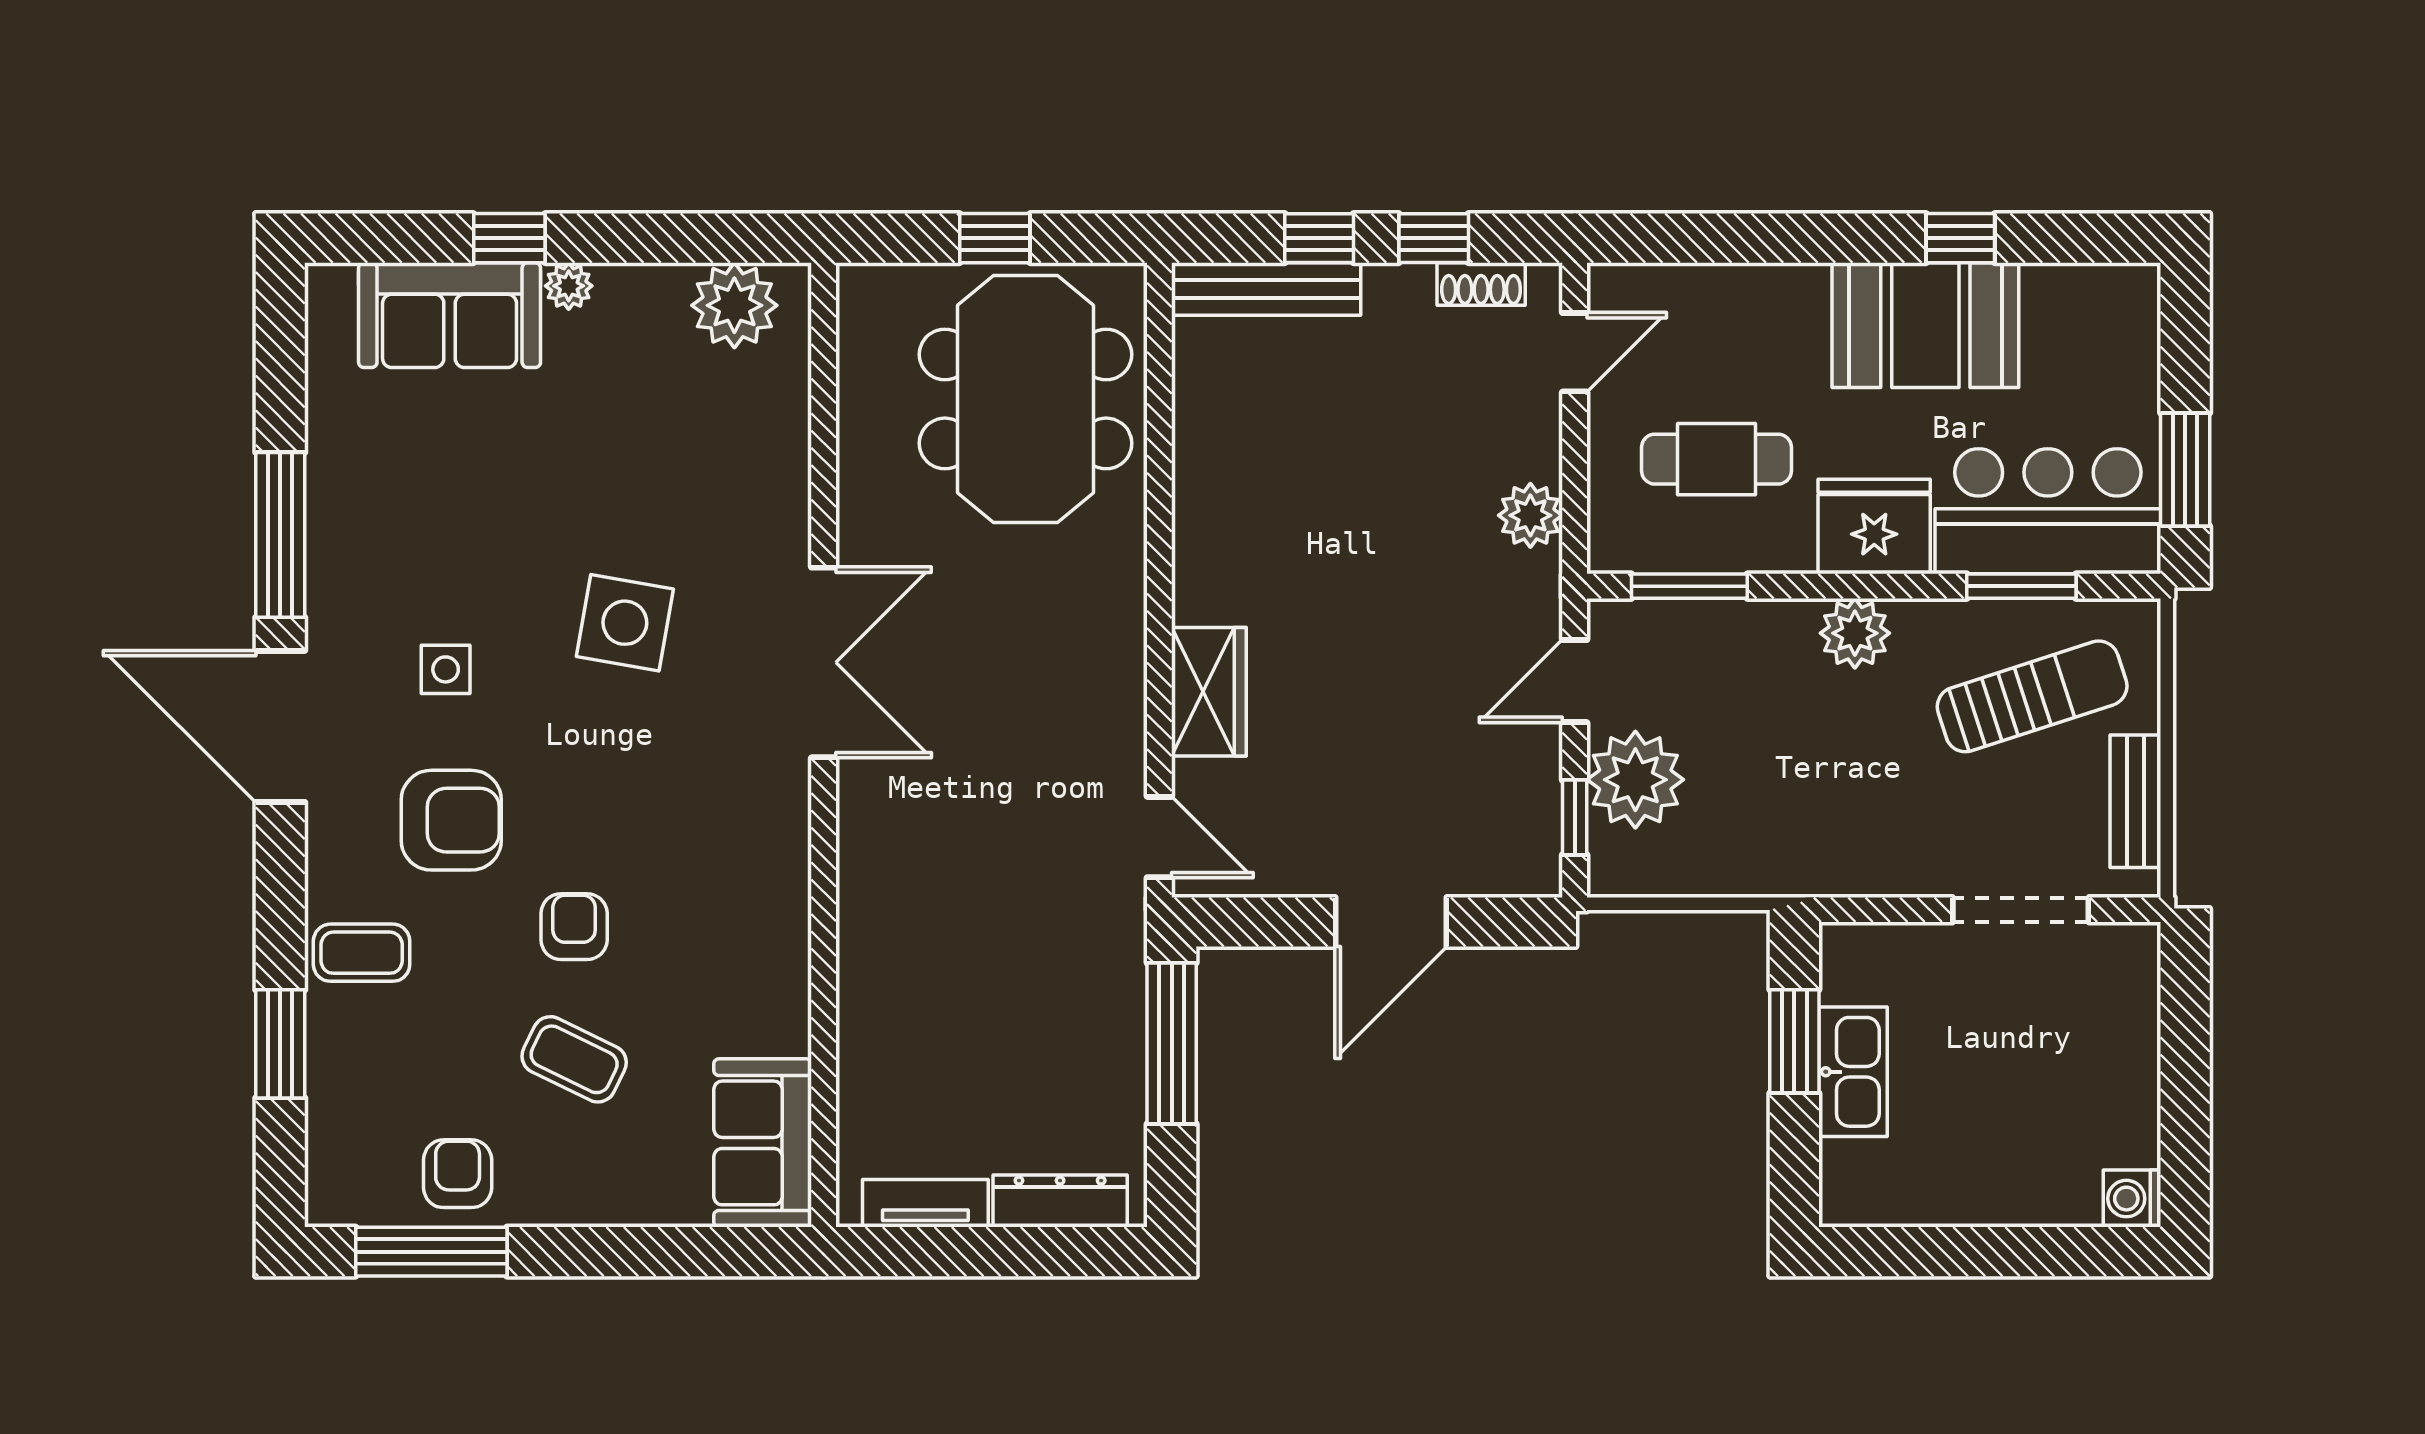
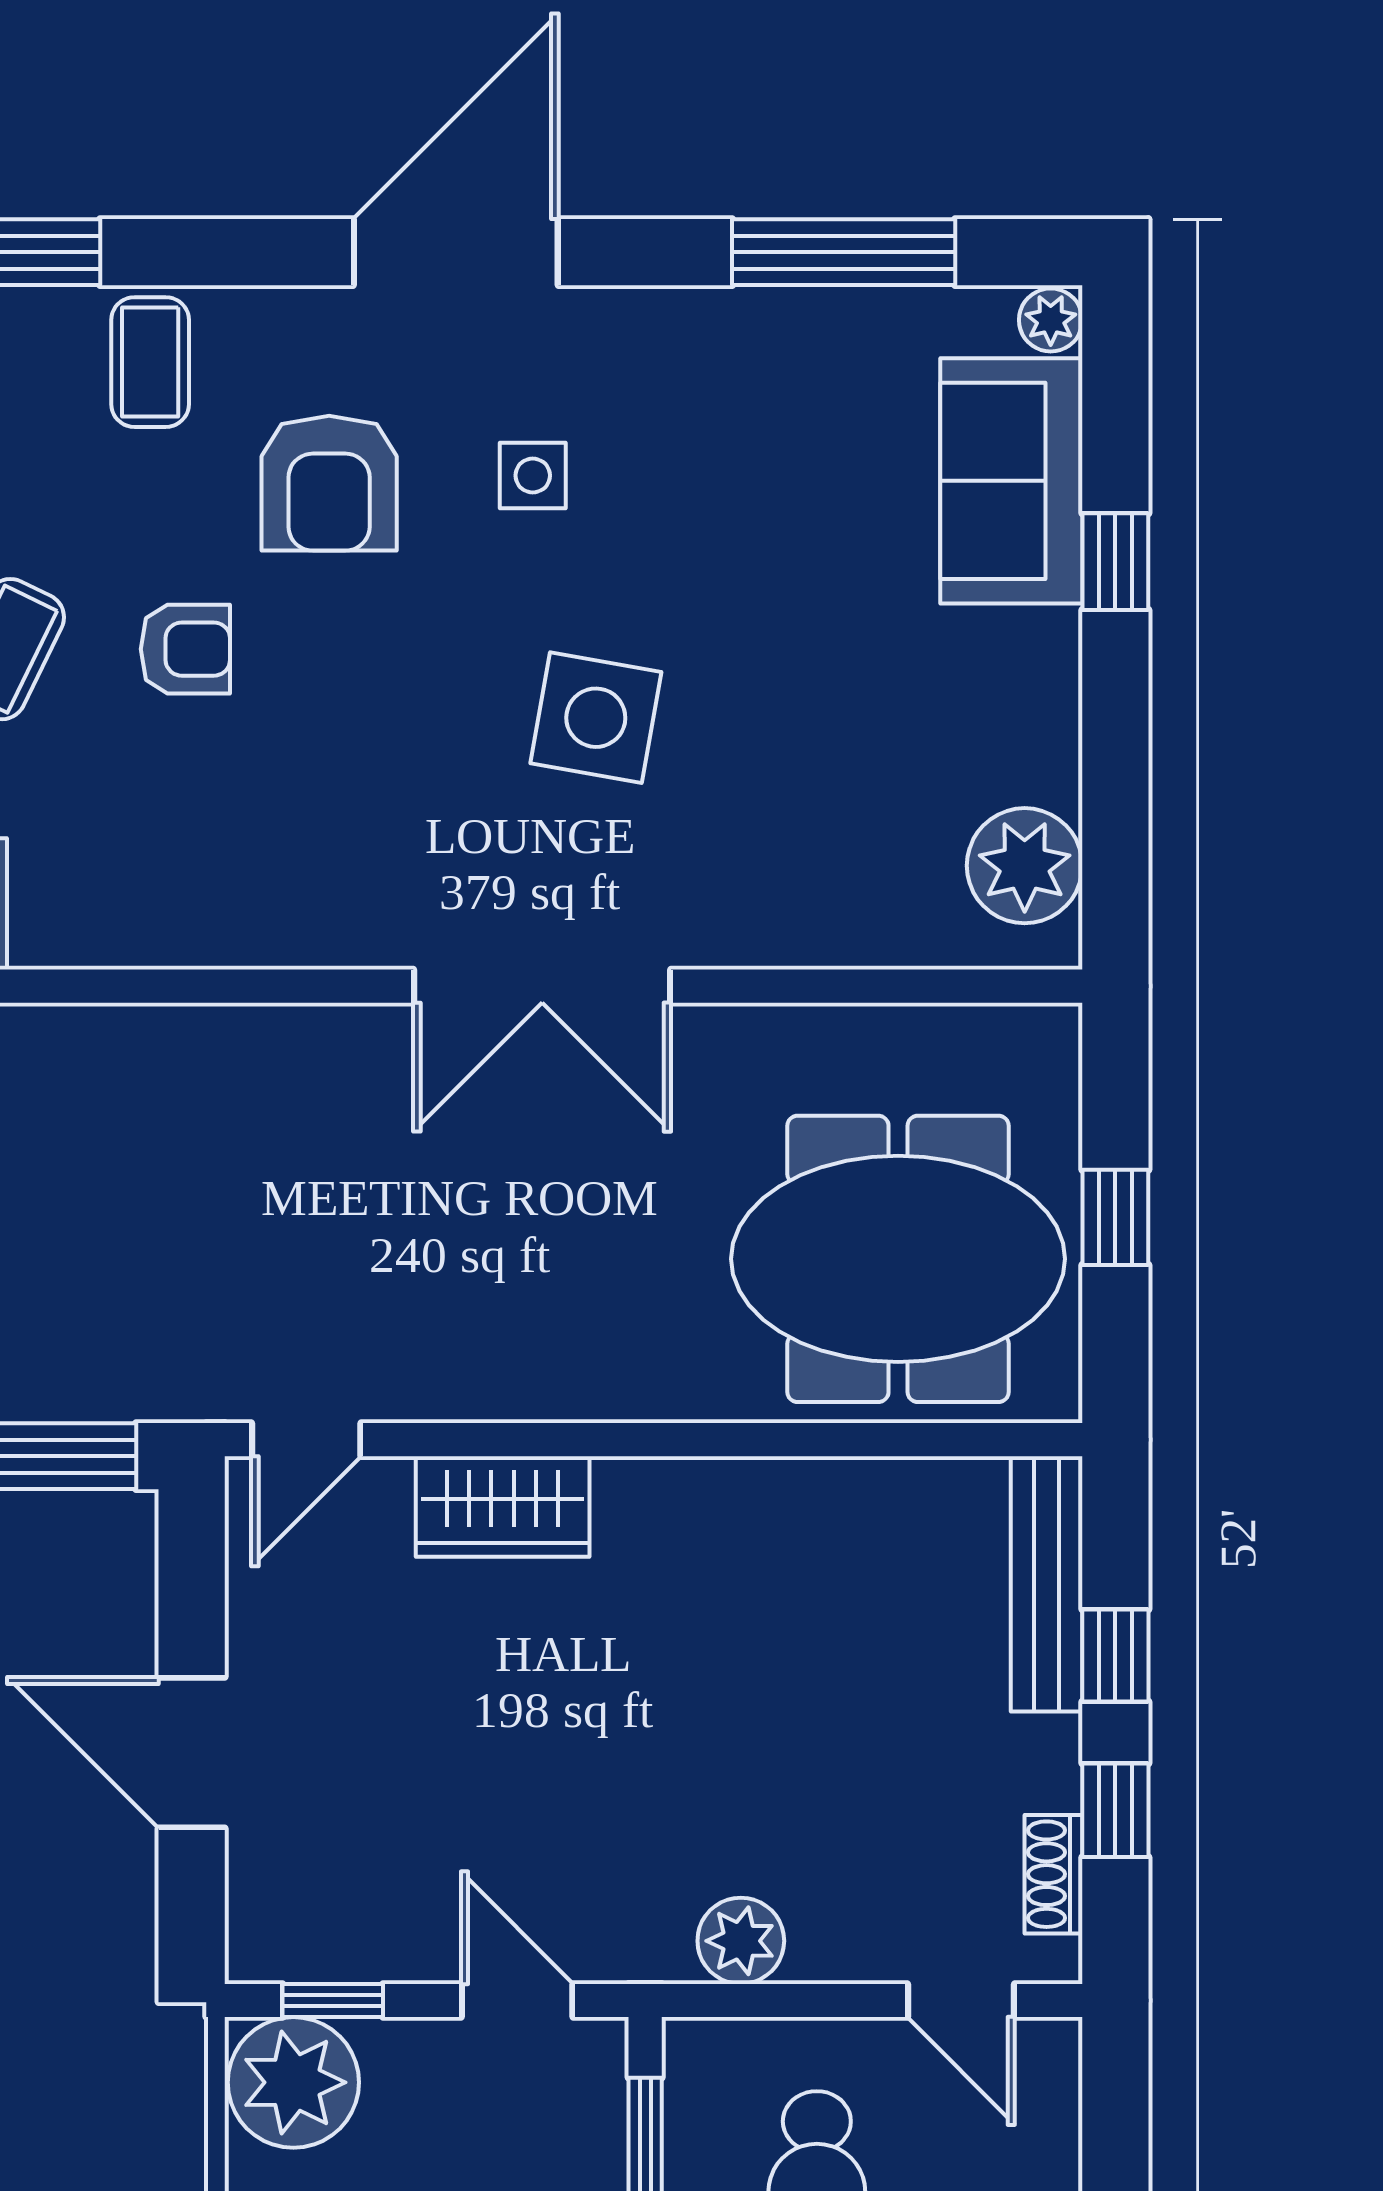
plant: (569, 286) -> (1051, 320), moved
window: (280, 535) -> (844, 252), moved
plant: (1635, 780) -> (293, 2082), moved

